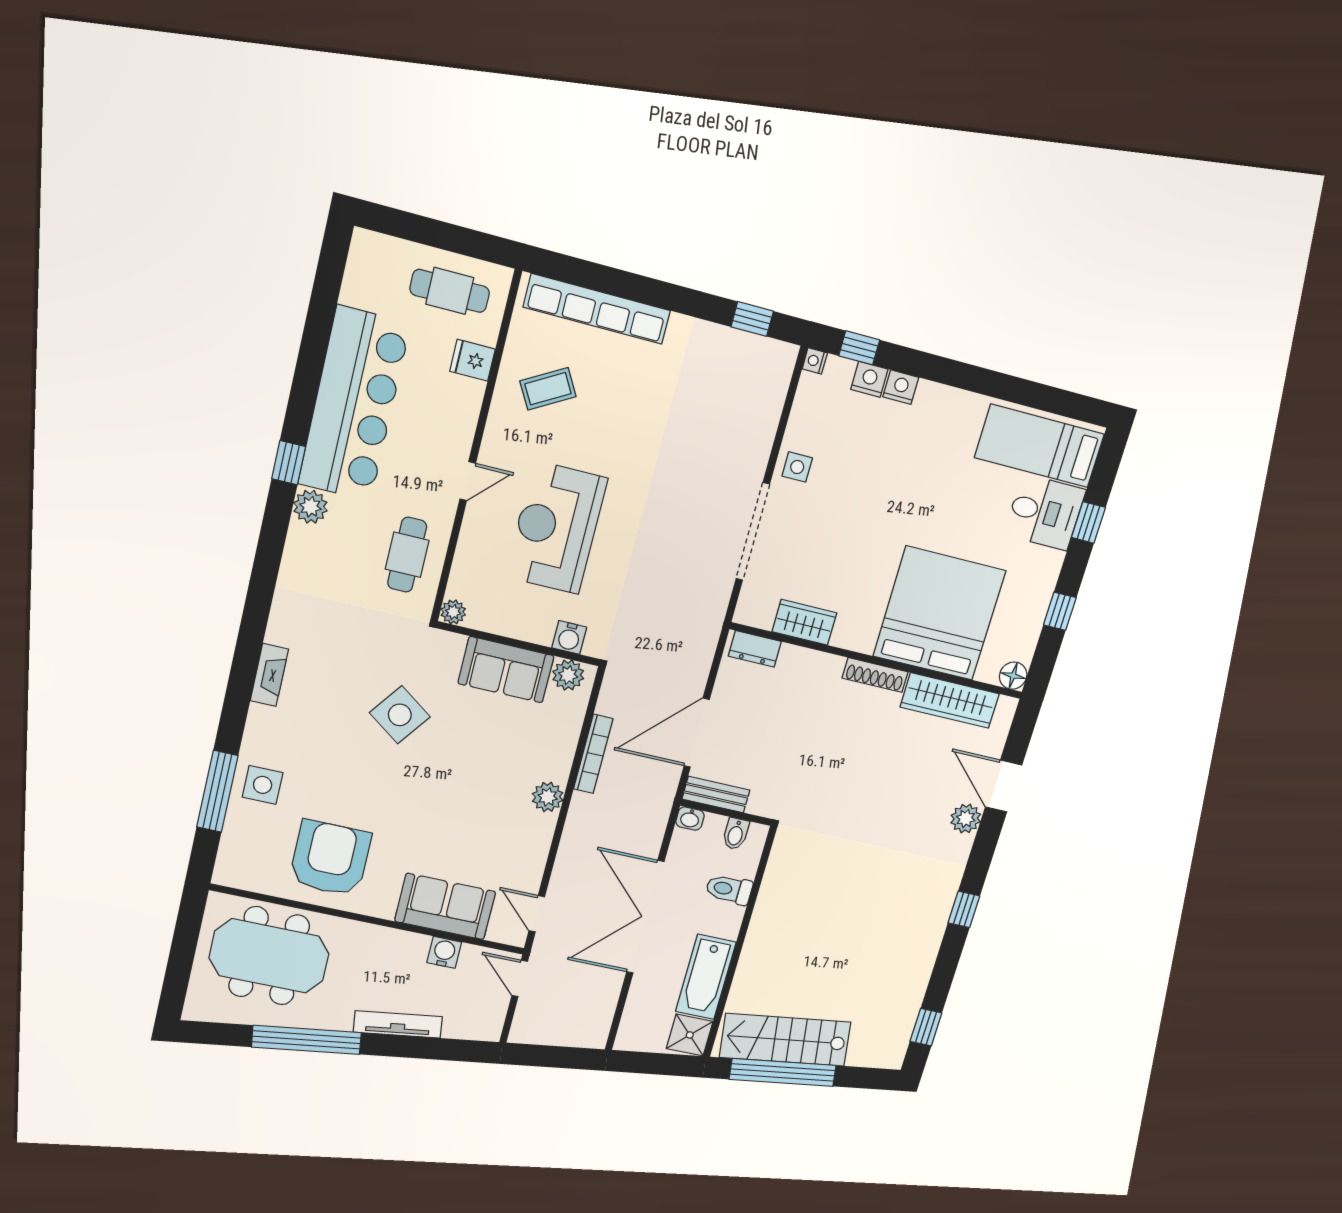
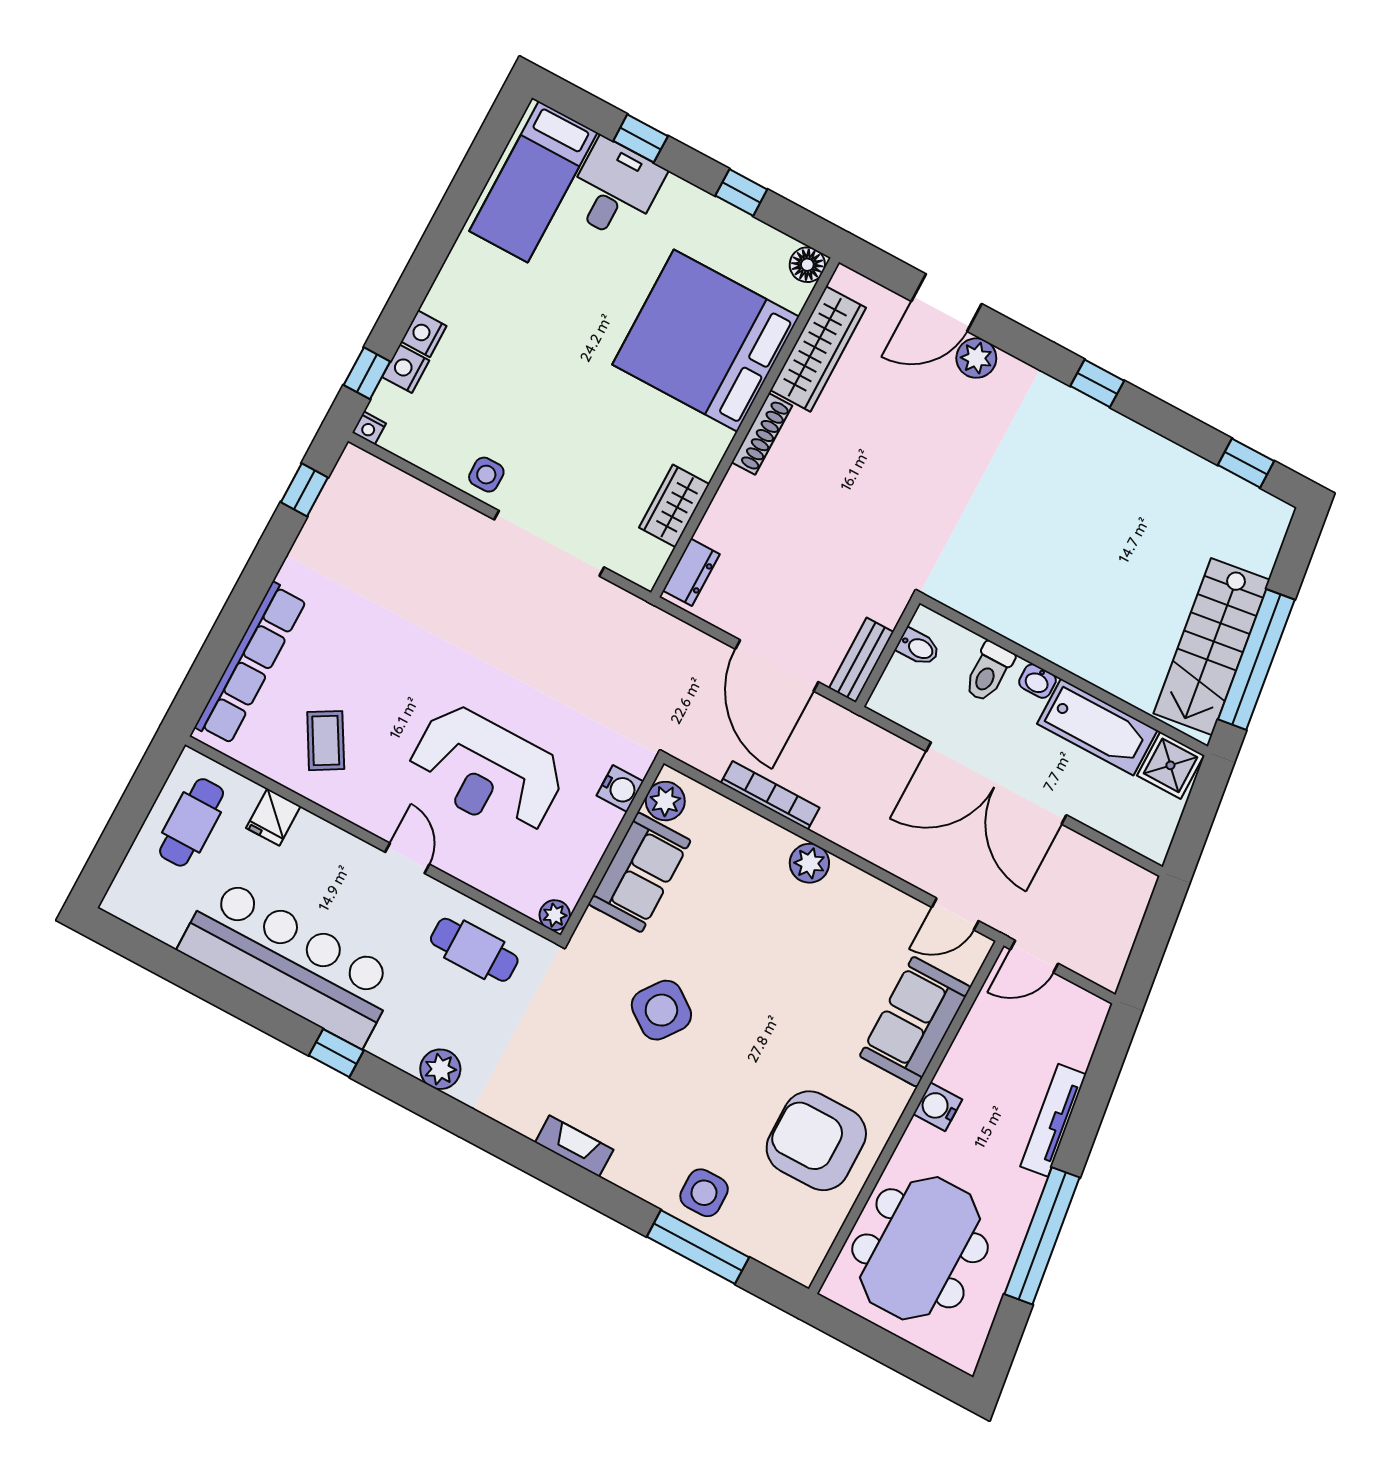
plant: (310, 507) -> (440, 1069), moved
washbasin: (690, 819) -> (1038, 681), moved, turned 90
water cooler: (444, 952) -> (938, 1107), moved

